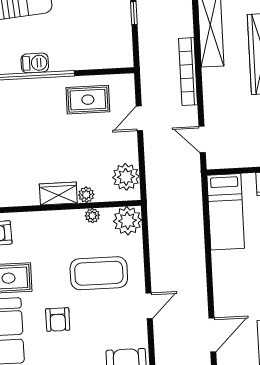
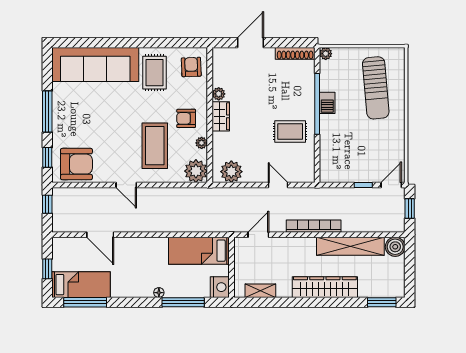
rug: (88, 100) -> (290, 132), moved, turned 90
plant: (86, 195) -> (219, 94), moved
armchair: (58, 319) -> (186, 118), moved

